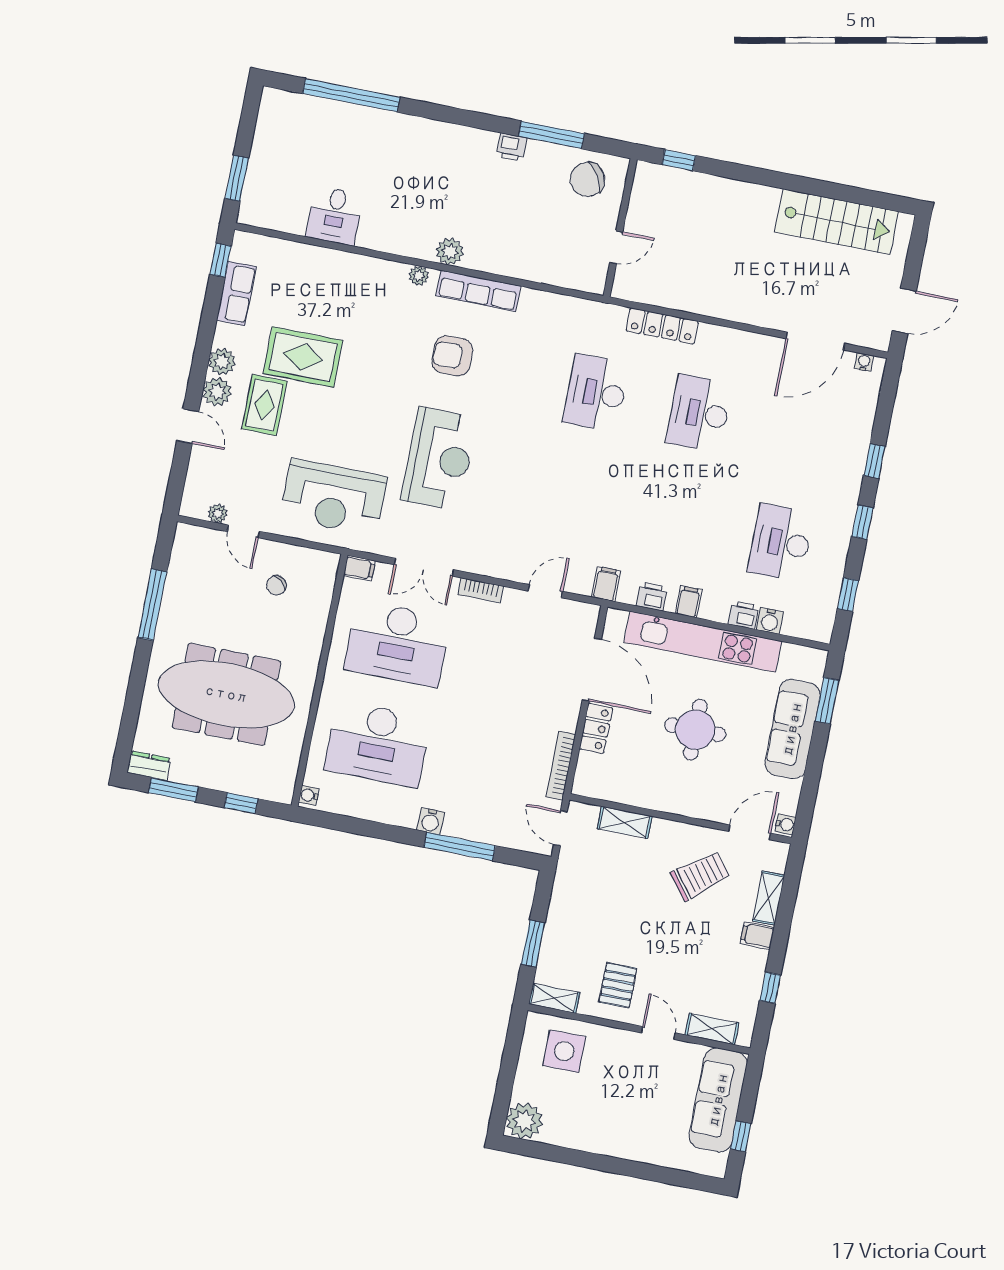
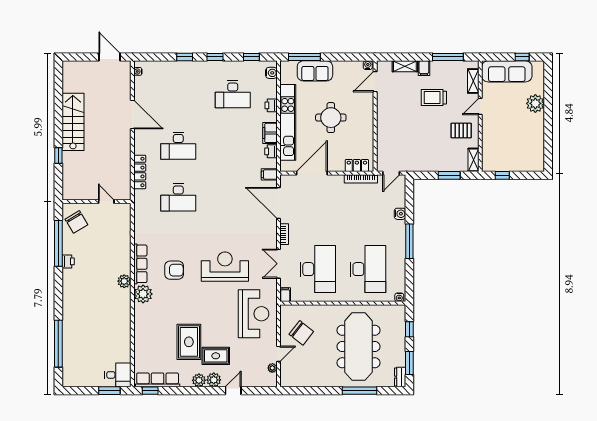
window: (551, 135) -> (58, 243), width x1.46
window: (679, 160) -> (58, 155), moved
desk: (335, 216) -> (118, 375), moved
stairs: (836, 222) -> (73, 122), moved
plant: (419, 276) -> (143, 294), width x1.87, depth x1.87
row of seats: (236, 293) -> (158, 380), width x1.48
door: (815, 341) -> (132, 114), moved
armchair: (452, 356) -> (174, 270), turned -90
double door: (424, 567) -> (278, 264), swing flipped
chair: (276, 585) -> (301, 333), width x1.87, depth x1.87
door: (545, 591) -> (278, 203), width x1.87
filing cabinet: (689, 602) -> (270, 133), width x2.00
window: (152, 605) -> (360, 391), moved
water cooler: (770, 621) -> (271, 73), moved
window: (827, 701) -> (304, 57), width x1.44
locker: (596, 728) -> (357, 165), moved
sofa: (792, 729) -> (315, 71), width x0.73
water cooler: (431, 821) -> (400, 214), moved
shelving: (625, 822) -> (382, 143), removed
door: (750, 832) -> (375, 82), hinge flipped
window: (460, 846) -> (409, 241), moved
trolley: (700, 876) -> (434, 98), moved, turned -52
window: (770, 988) -> (448, 57), width x2.17
window: (512, 1050) -> (502, 175), added
side table: (564, 1051) -> (498, 150), removed
plant: (524, 1121) -> (535, 103), moved

